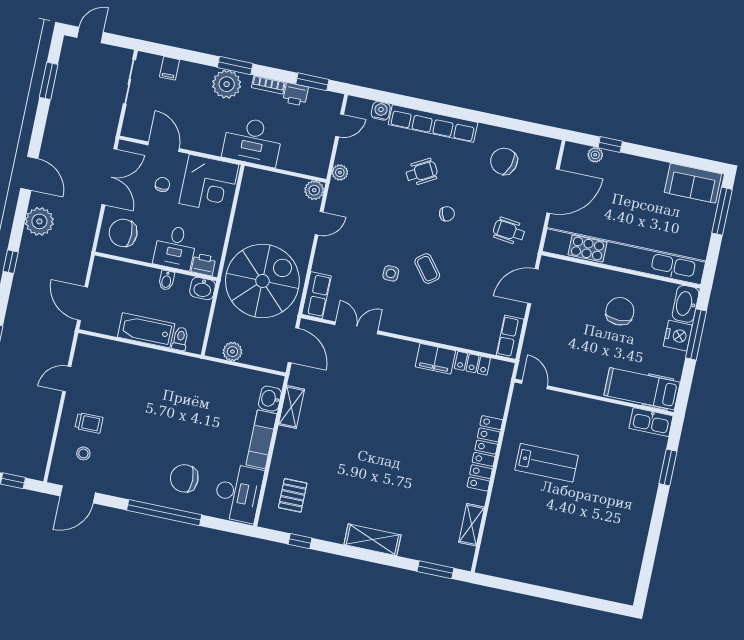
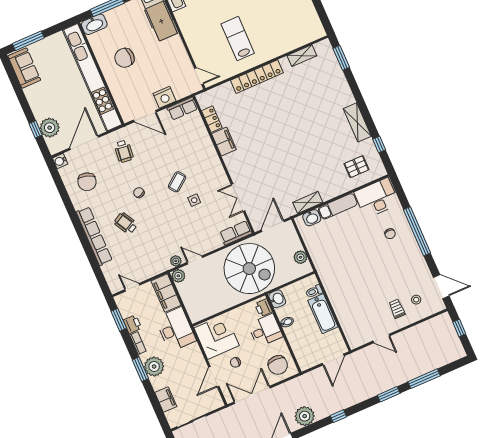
filing cabinet: (170, 68) -> (166, 399), width x2.00
water cooler: (381, 111) -> (60, 161), moved
plant: (595, 155) -> (50, 128), width x1.88, depth x1.88
filing cabinet: (304, 161) -> (166, 293), added
plant: (340, 172) -> (176, 261), moved
door: (553, 191) -> (84, 143), hinge flipped
spiral stairs: (262, 281) -> (249, 269), turned 180
nightstand: (678, 336) -> (164, 97), moved, turned 180
door: (535, 385) -> (199, 76), swing flipped
chair: (184, 478) -> (390, 234), width x0.54, depth x0.54
shelving: (372, 540) -> (357, 122), moved

